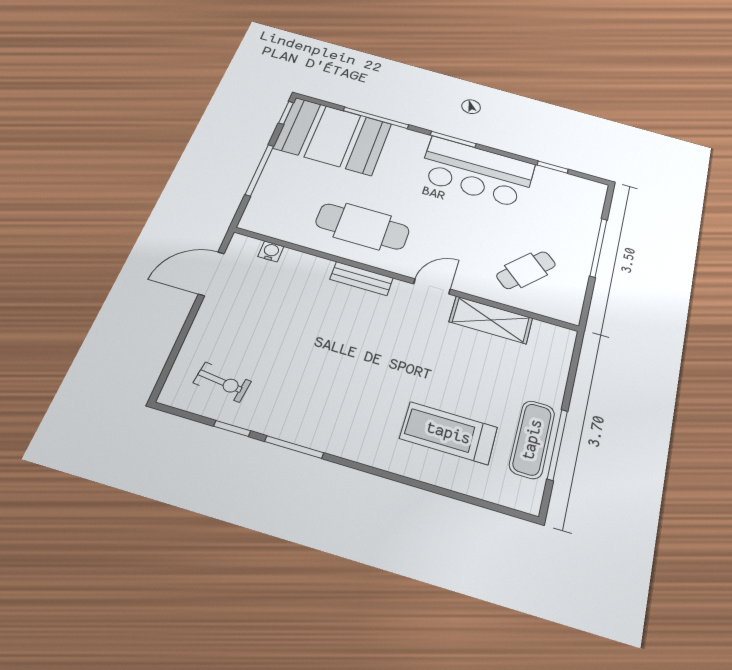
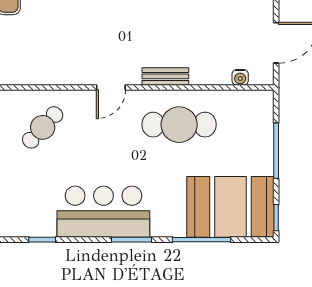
shelving: (491, 320) -> (59, 73), removed

